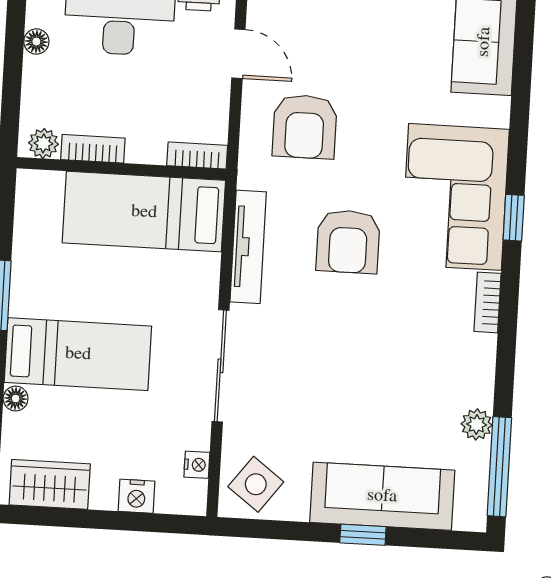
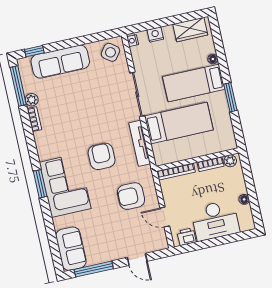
armchair: (305, 127) -> (131, 196), turned -90
bookcase: (197, 155) -> (176, 172), width x1.56
bed: (144, 212) -> (179, 123), moved
window: (514, 218) -> (40, 184), width x1.50
bookcase: (488, 302) -> (34, 119), moved
nightstand: (197, 465) -> (133, 41), moved
window: (363, 535) -> (34, 51), moved

